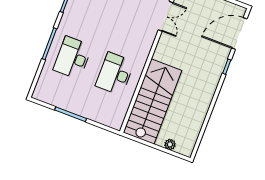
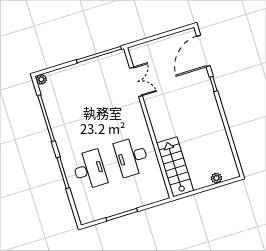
desk: (73, 58) -> (89, 170), turned 180
stairs: (152, 101) -> (175, 167), width x0.73, depth x0.66

